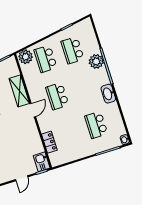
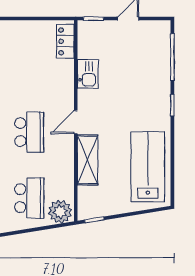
locker: (49, 142) -> (65, 41), moved
kitchen sink: (42, 162) -> (88, 74), moved

